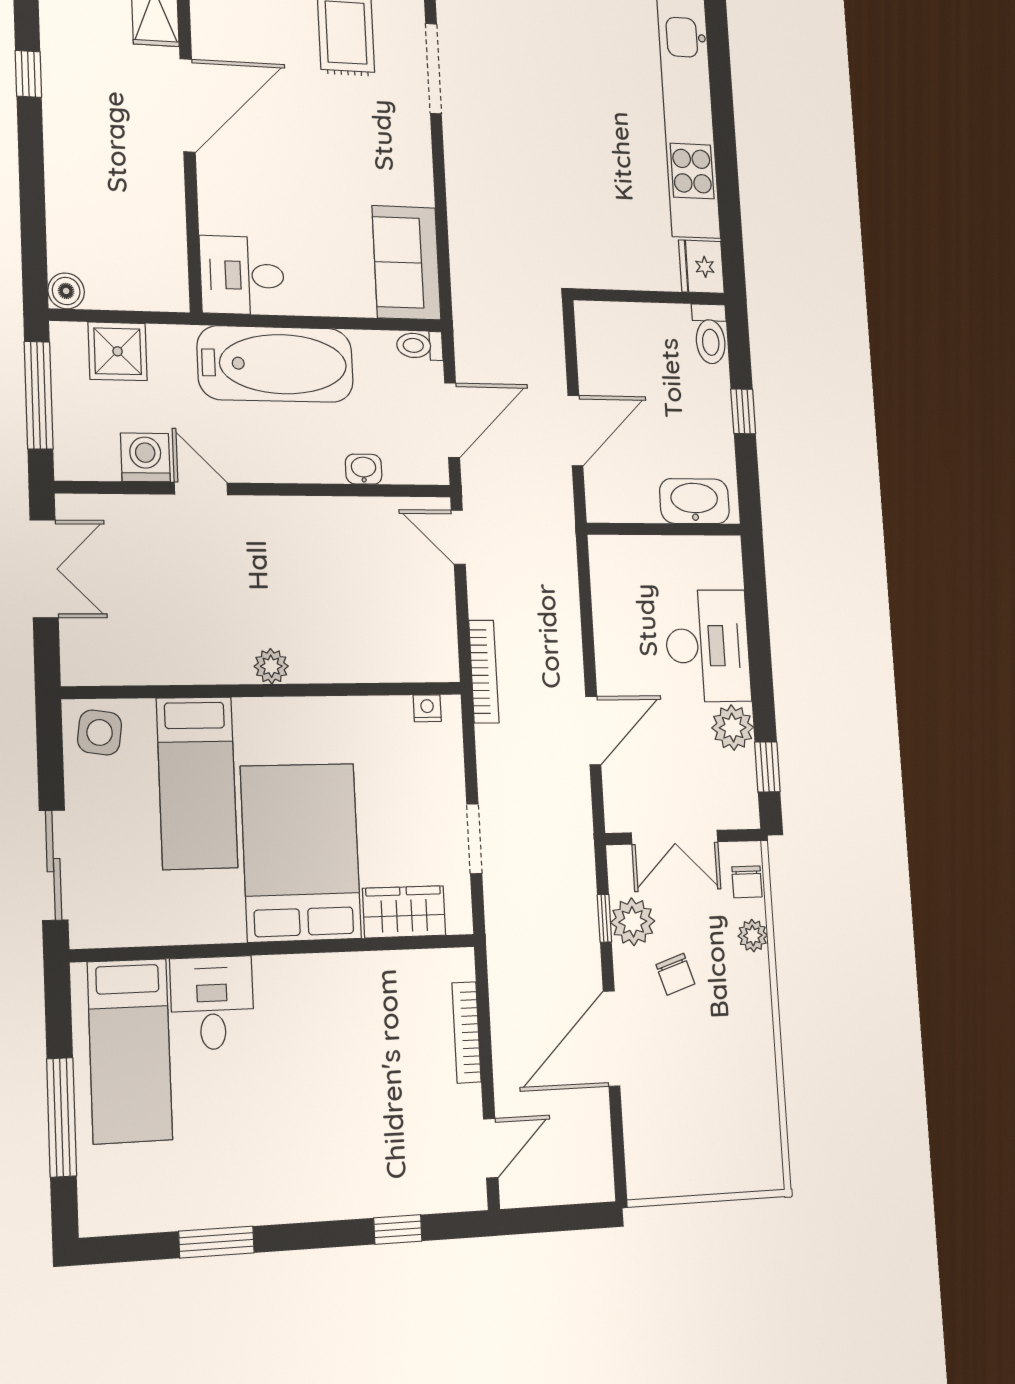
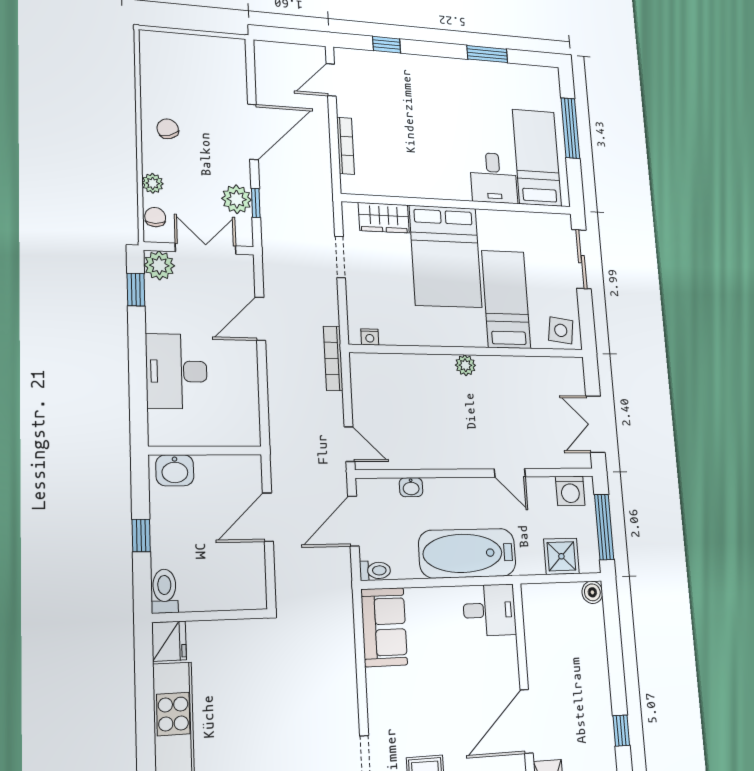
washing machine: (145, 457) -> (570, 491), moved
washbasin: (694, 501) -> (175, 470), width x0.72
plant: (733, 728) -> (159, 265), moved
chair: (675, 974) -> (168, 129), moved

